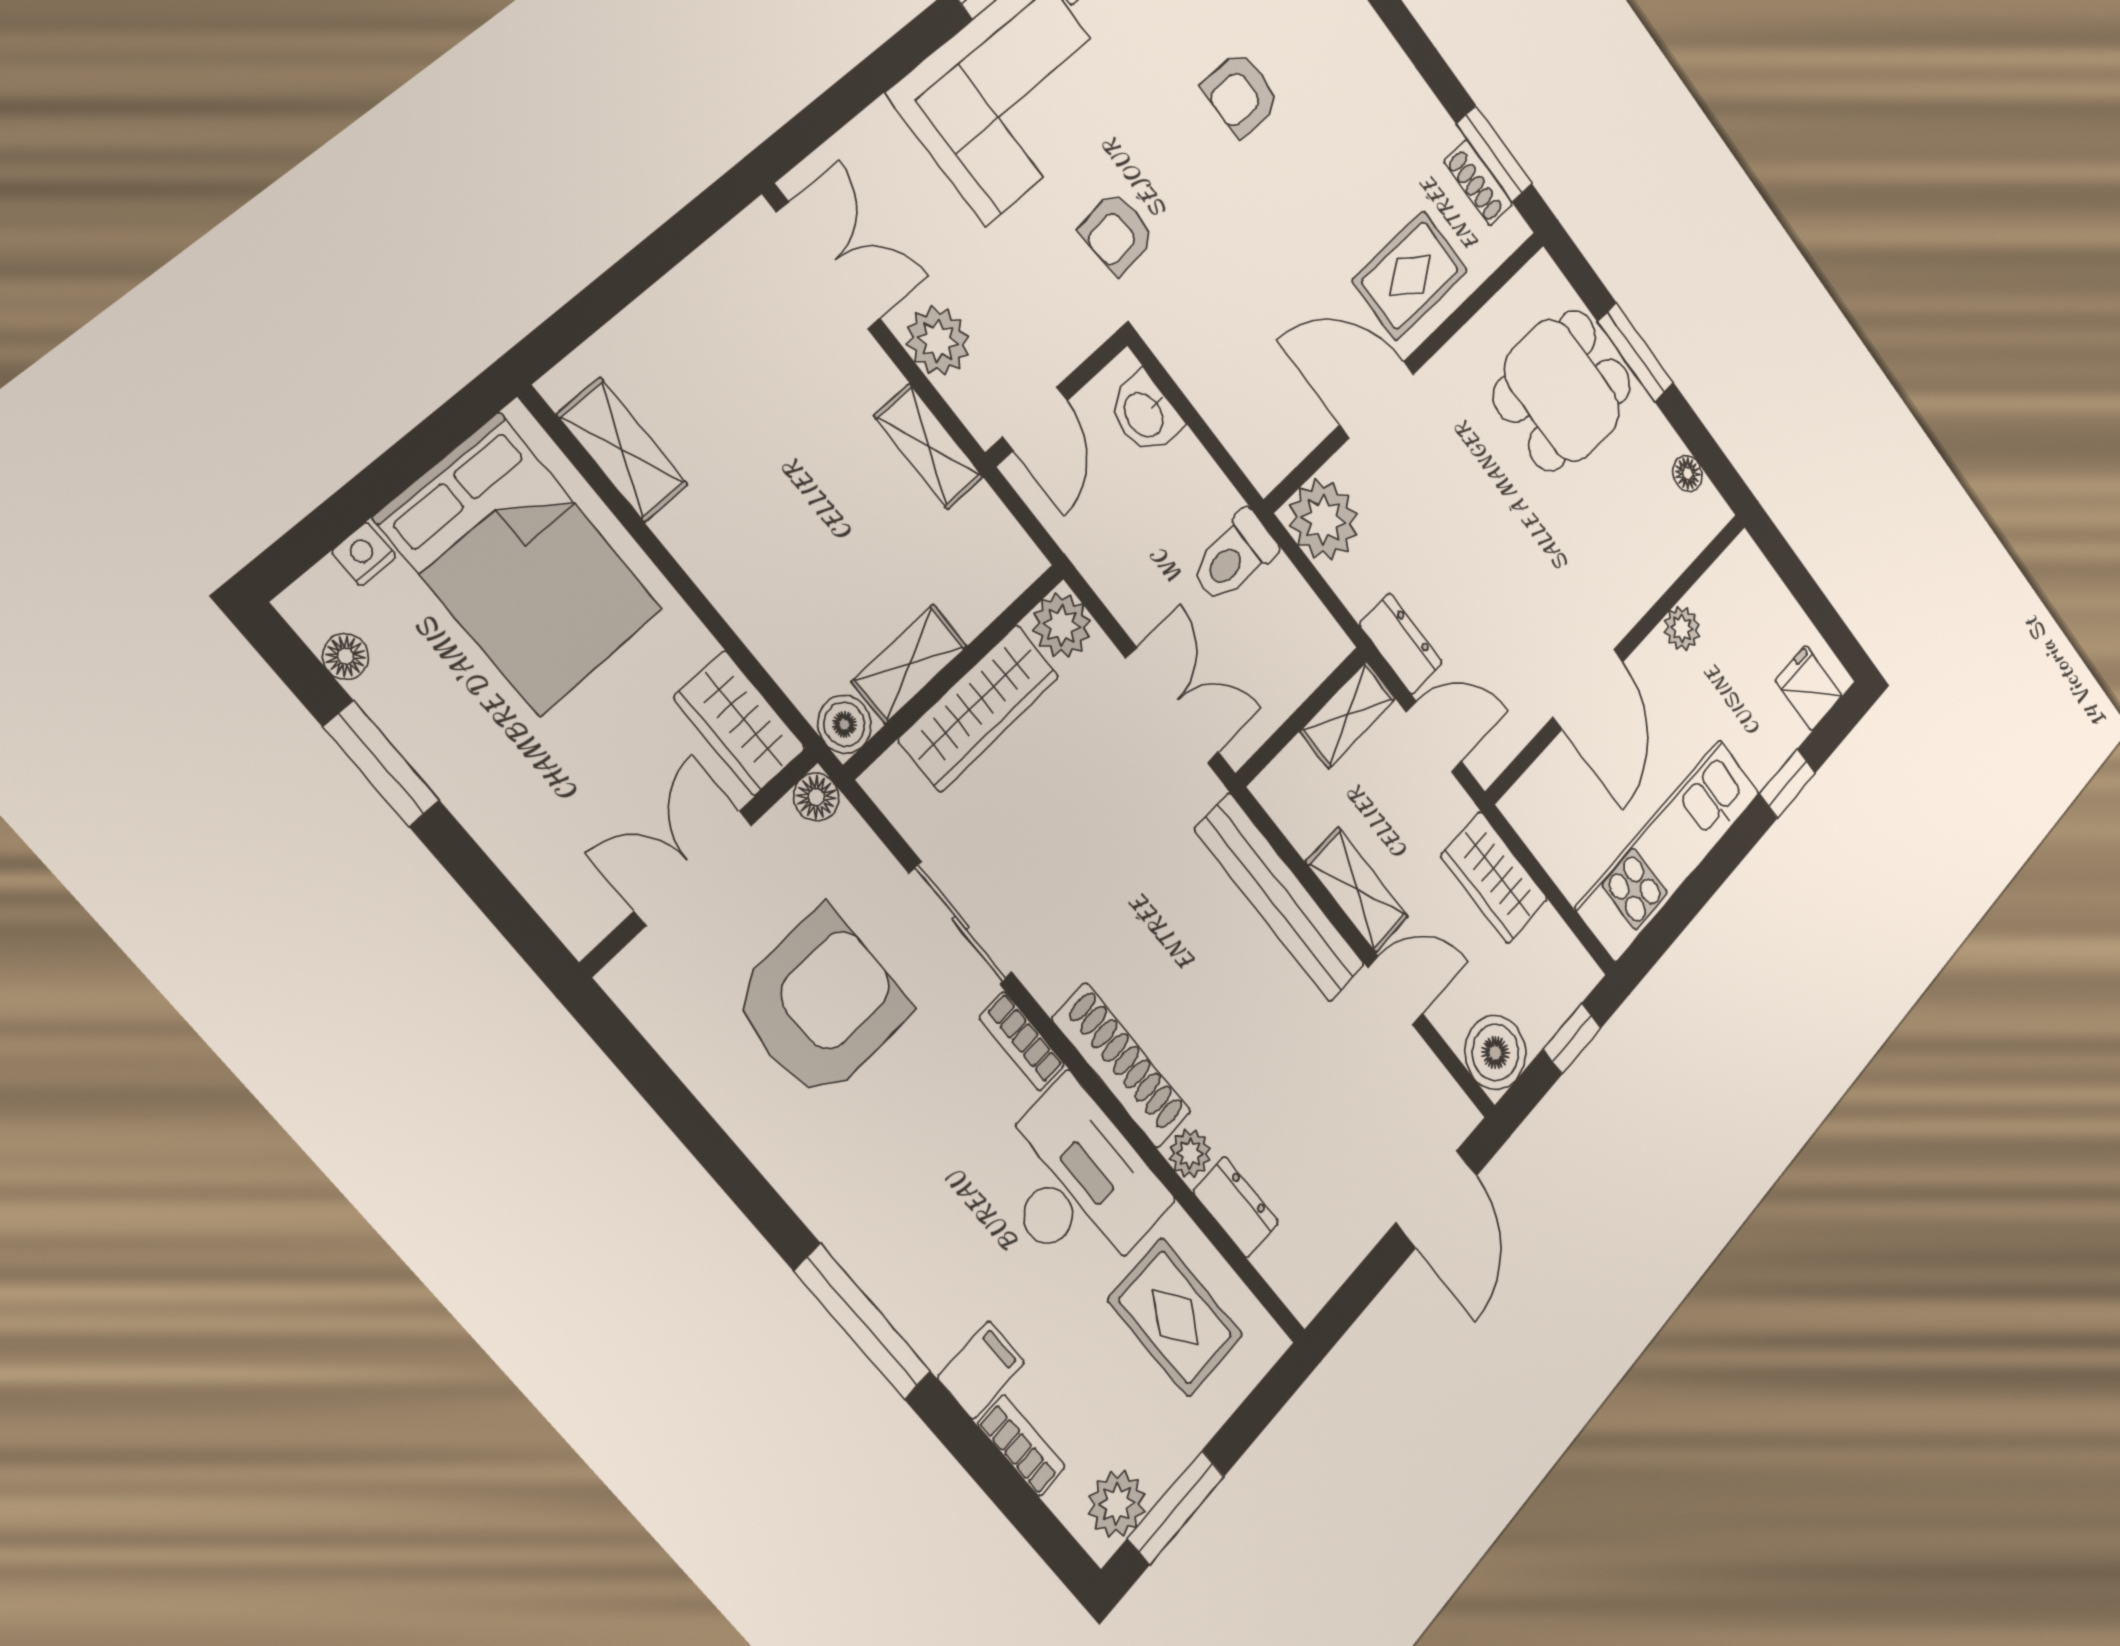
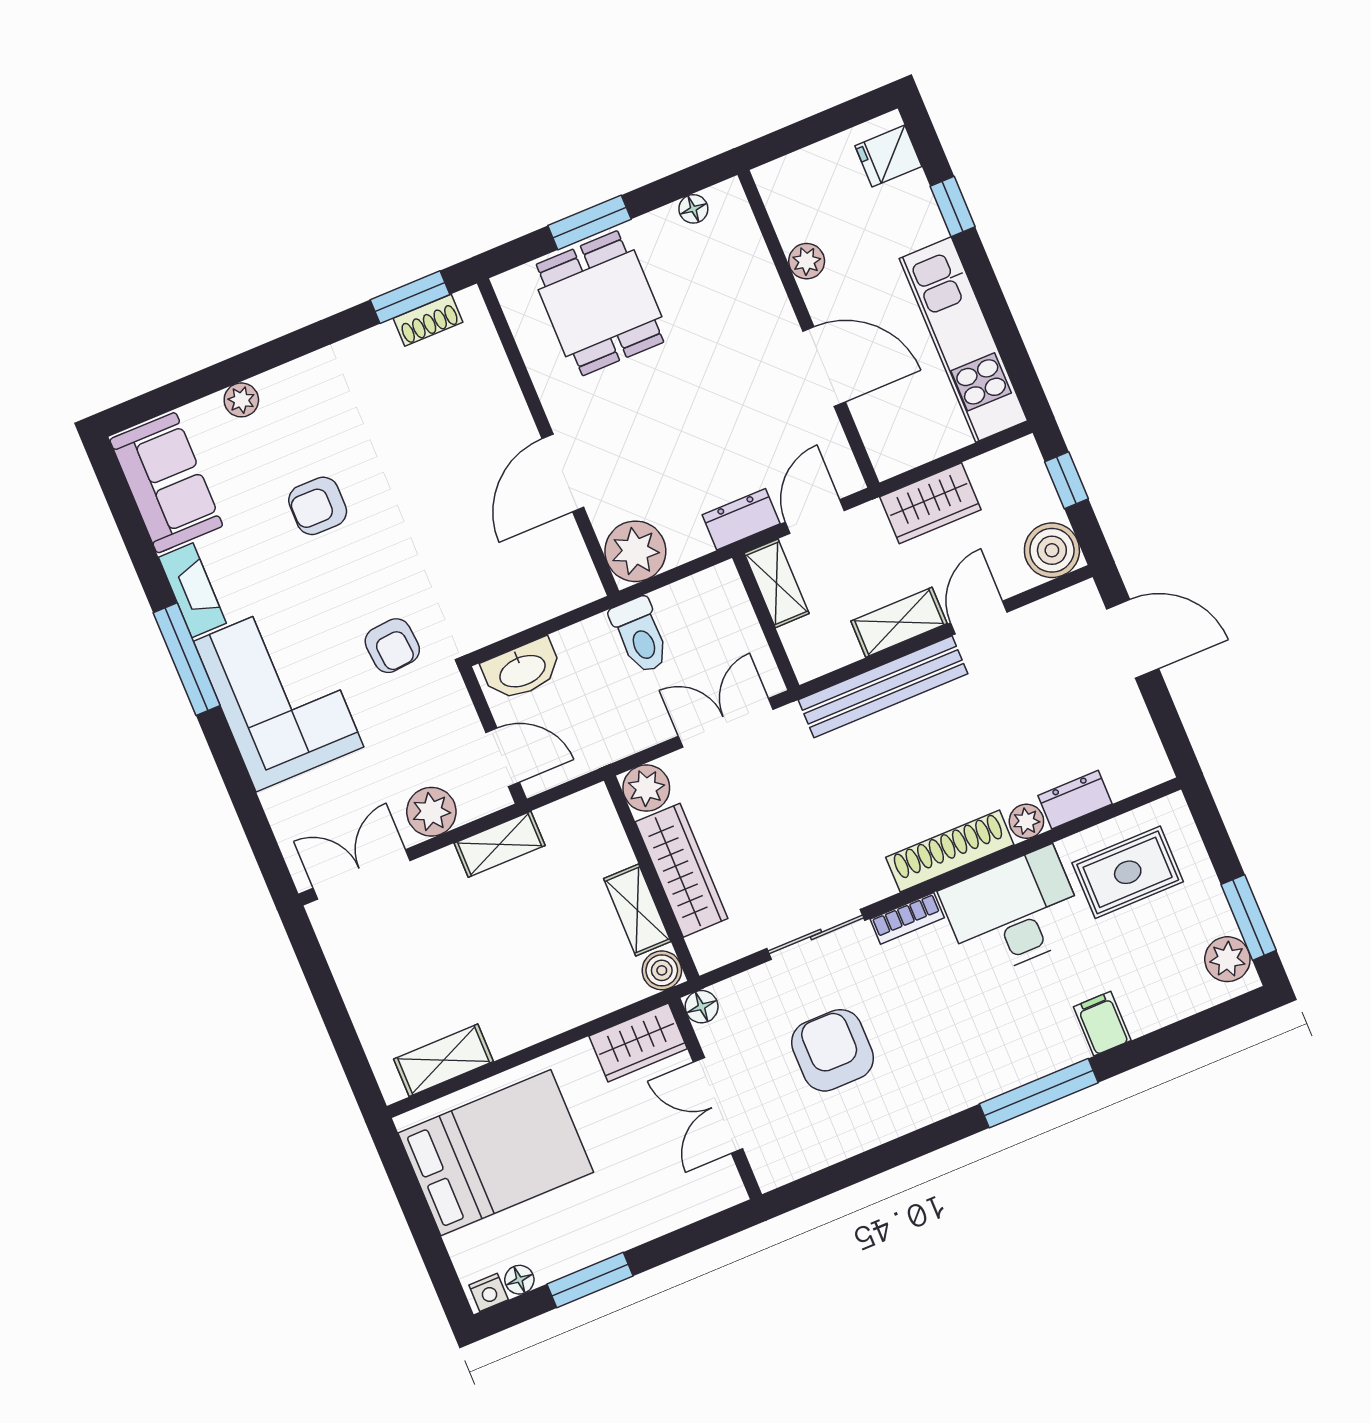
armchair: (1241, 94) -> (318, 506), turned 90
rug: (1410, 276) -> (481, 409), removed
washbasin: (1145, 414) -> (522, 670), width x1.38
nightstand: (364, 554) -> (489, 1292), moved, turned -90
armchair: (821, 1004) -> (832, 1050), width x0.73, depth x0.73
bookcase: (1021, 1445) -> (1161, 1013), removed

